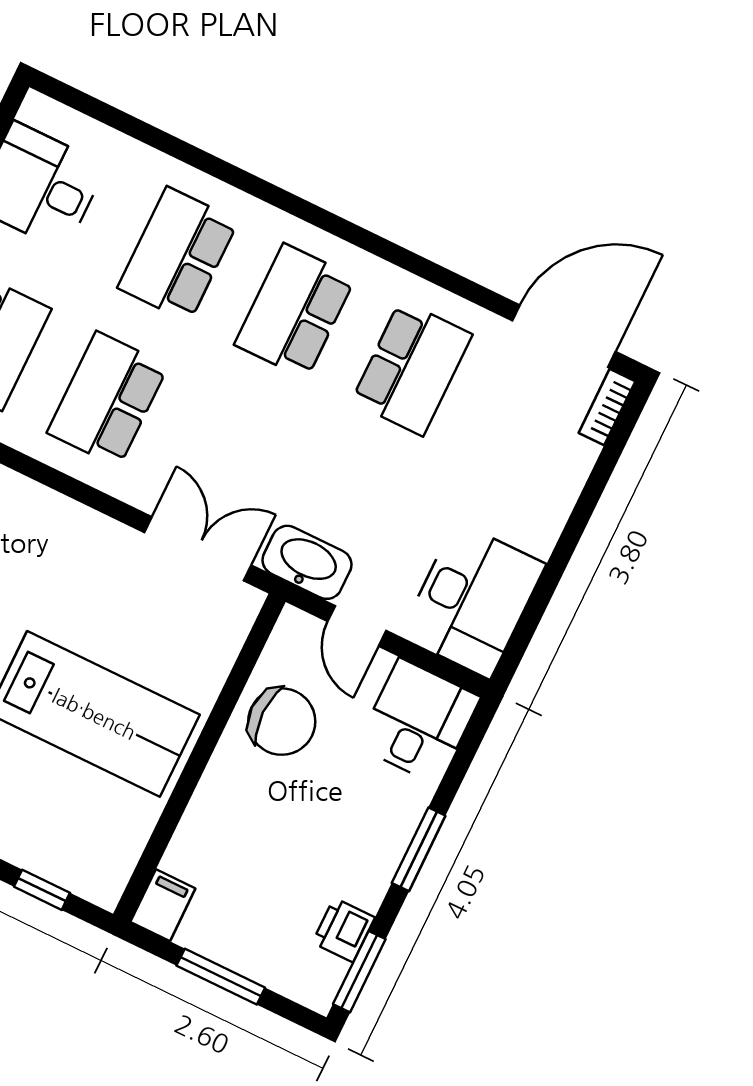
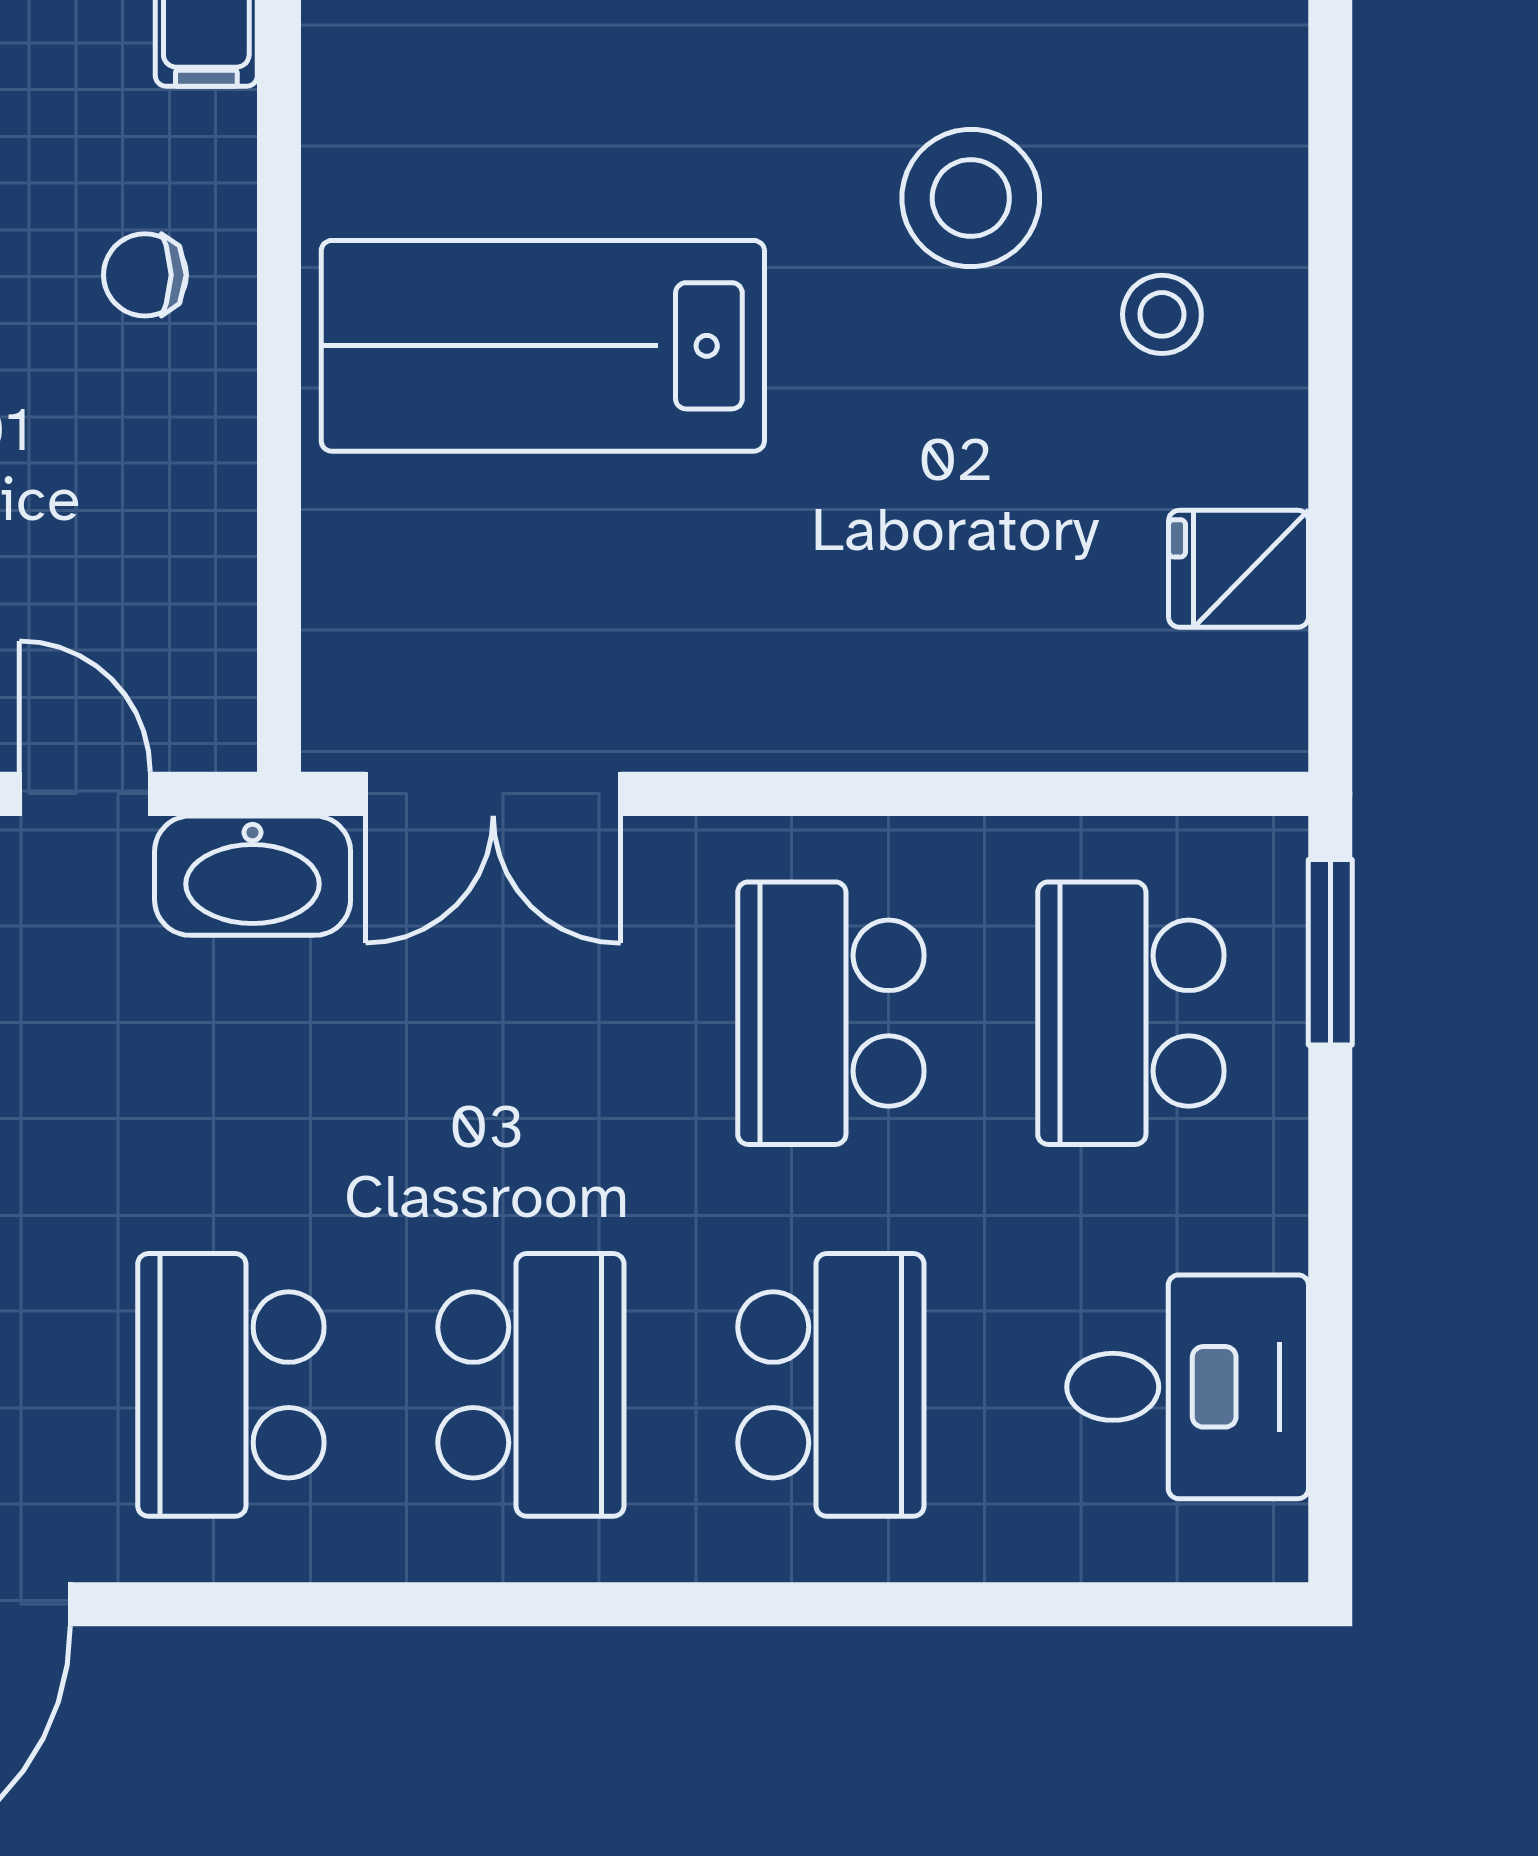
school desk: (108, 399) -> (831, 1013), turned 180
chair: (282, 722) -> (145, 275), moved, width x0.54, depth x0.54

